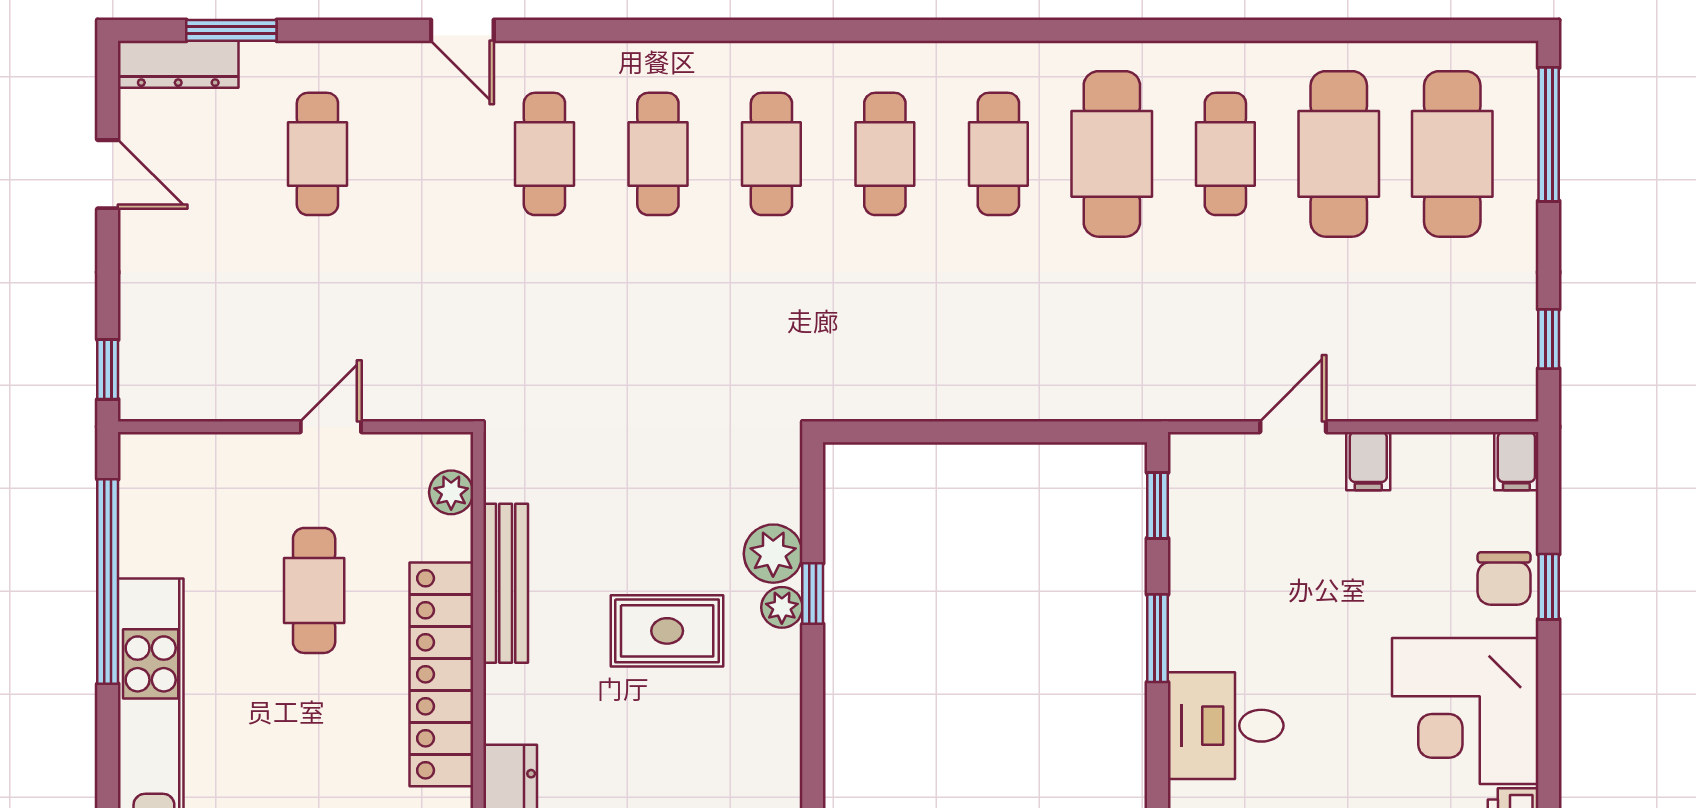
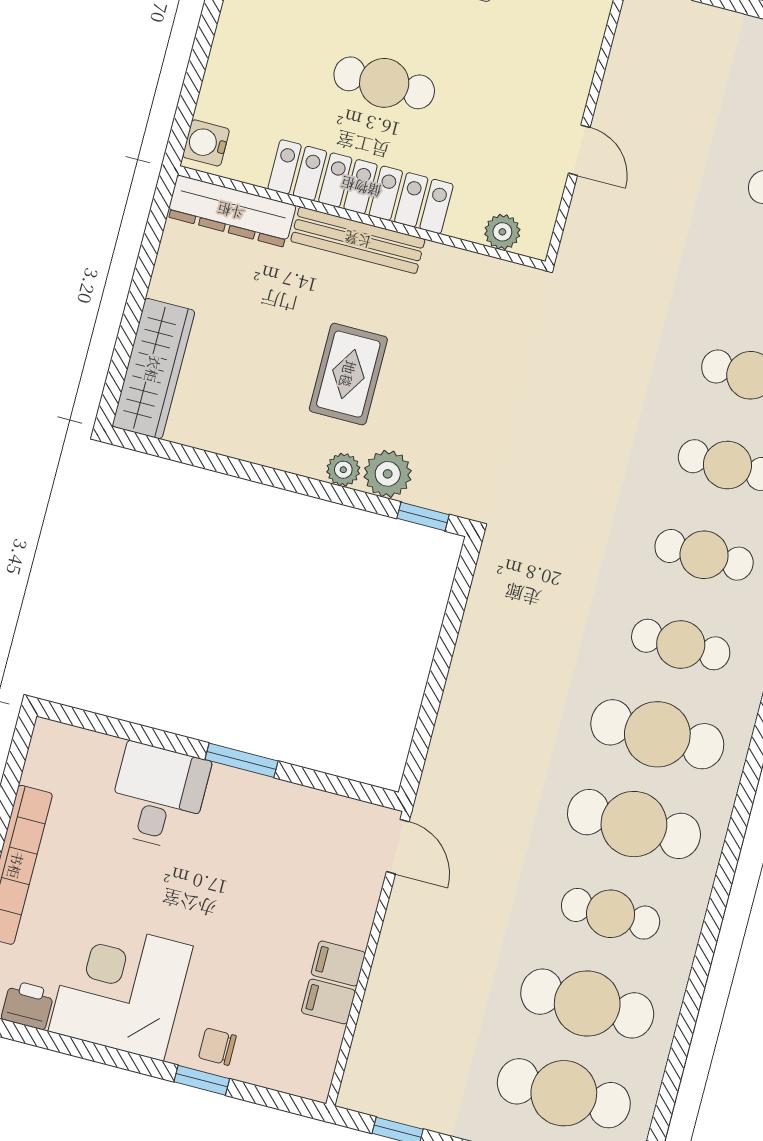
cafe table: (998, 154) -> (657, 734), width x1.37, depth x1.35
door: (1293, 427) -> (398, 847), moved
filing cabinet: (1516, 461) -> (328, 1001), moved
window: (1157, 505) -> (347, 788), removed
chair: (1504, 578) -> (217, 1047), width x0.73, depth x0.73
bench: (506, 583) -> (358, 240), moved
cafe table: (314, 590) -> (384, 83), moved
window: (813, 594) -> (423, 516), moved

